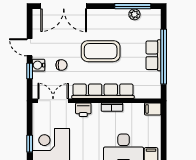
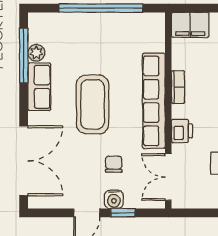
row of seats: (153, 55) -> (39, 87), moved, turned -90
filing cabinet: (153, 109) -> (190, 25), width x2.00

